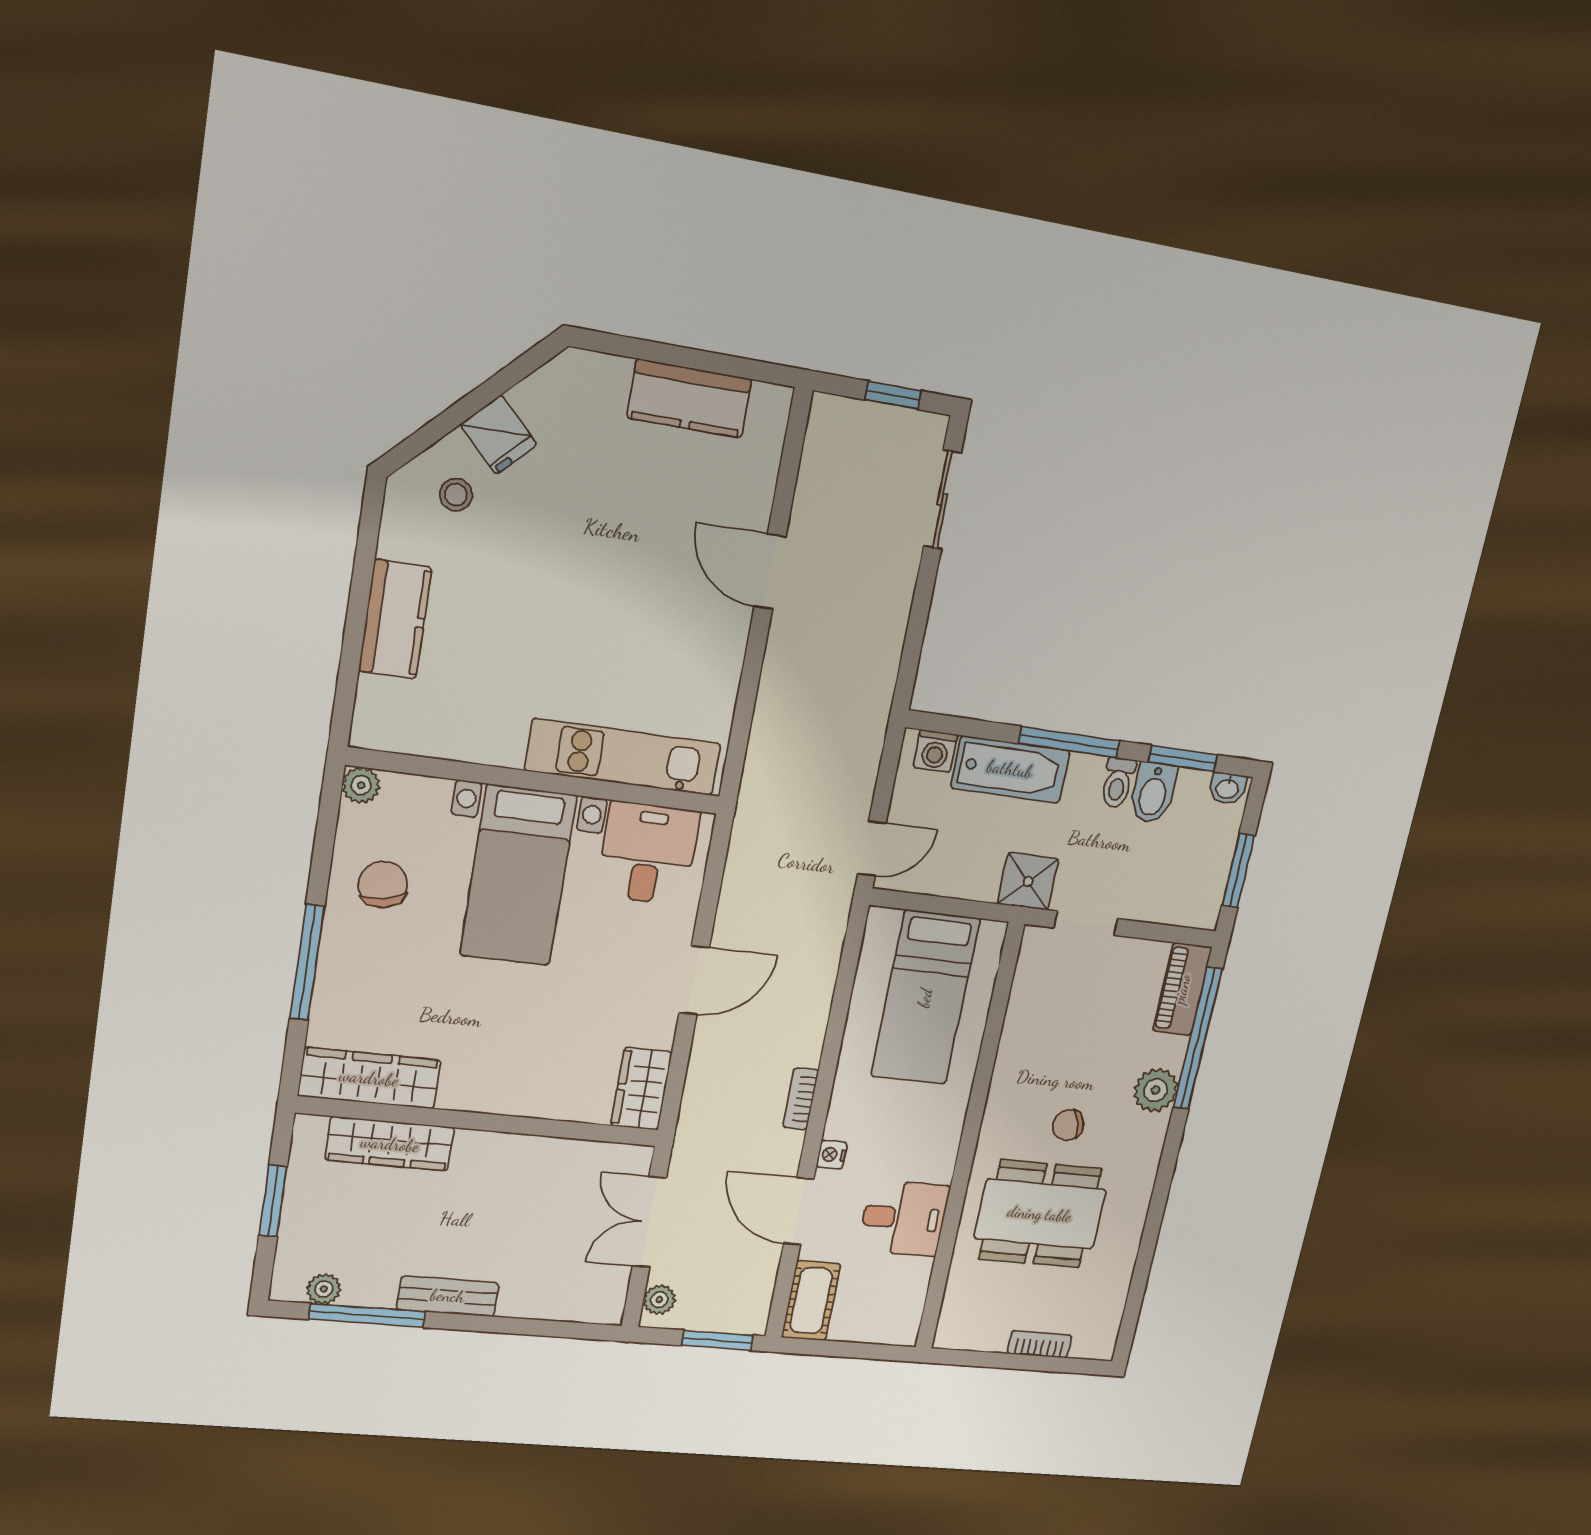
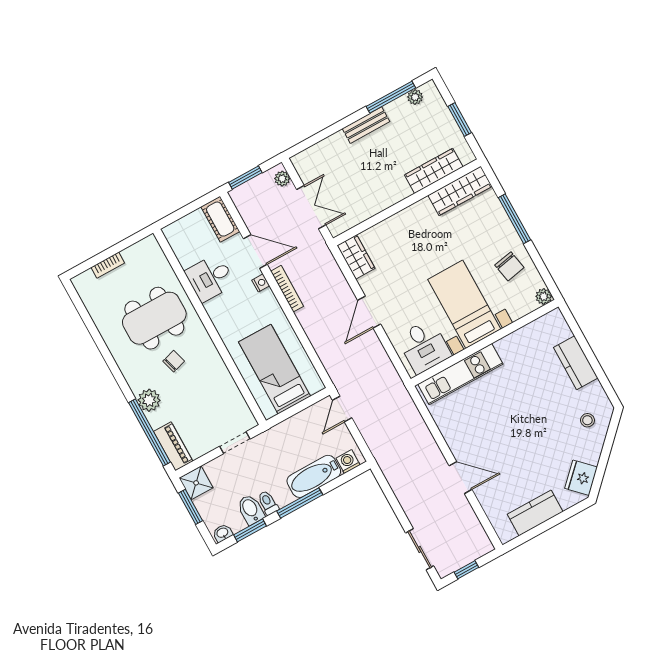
fridge: (499, 435) -> (581, 478), moved, width x1.38
shower: (1028, 881) -> (196, 483), moved
bookcase: (801, 1099) -> (287, 289), width x1.56

